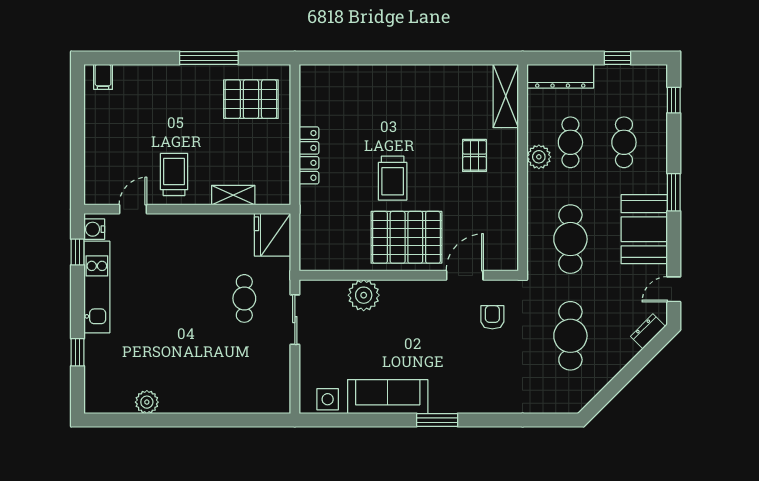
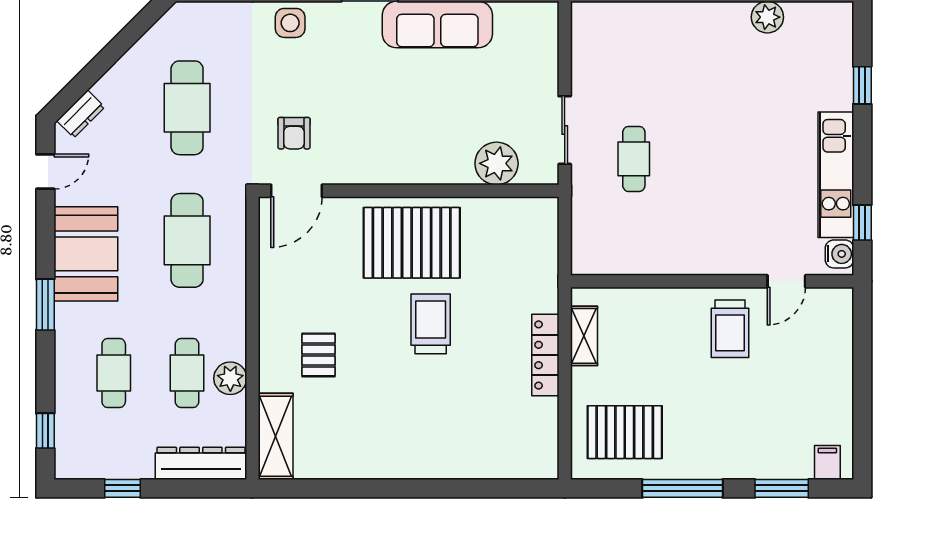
window: (136, 58) -> (782, 488), added
plant: (539, 157) -> (230, 378), moved
shelving: (233, 195) -> (584, 336), moved, turned 90
fridge: (272, 235) -> (595, 246), removed
door: (465, 275) -> (296, 191), moved
plant: (364, 295) -> (497, 163), moved
side table: (328, 399) -> (290, 23), moved

